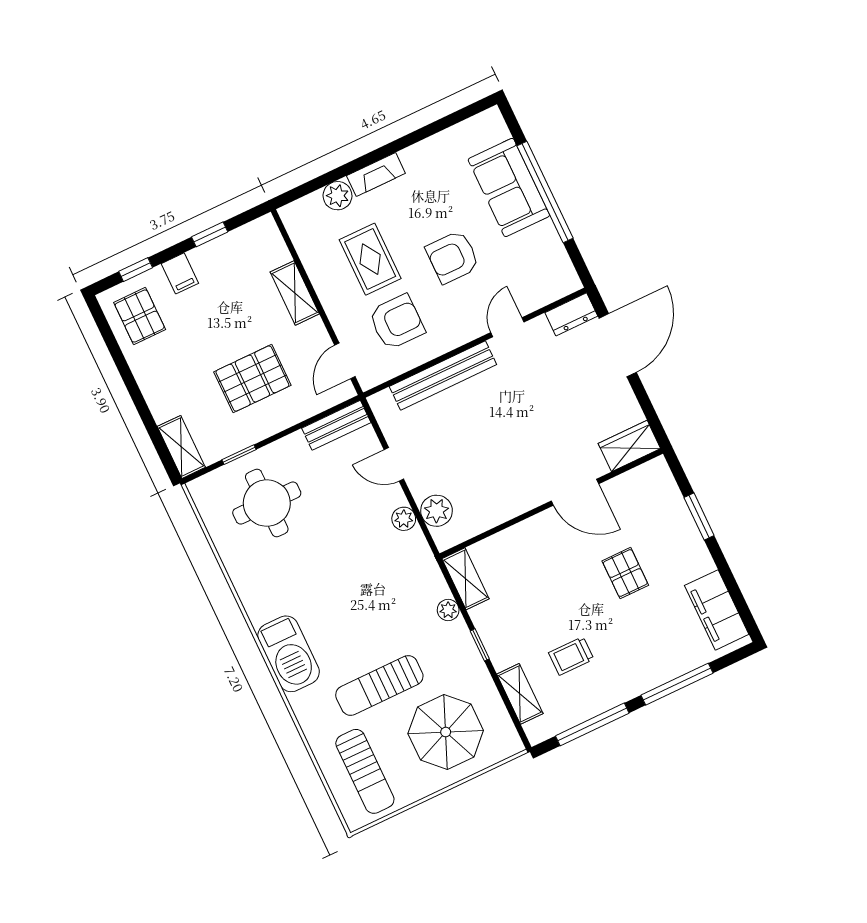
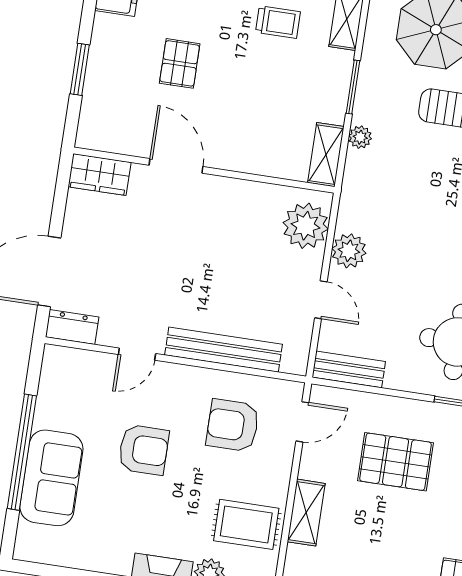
rug: (370, 259) -> (246, 524), moved, turned 90
plant: (436, 511) -> (306, 226), width x1.36, depth x1.36
plant: (404, 519) -> (349, 251), width x1.38, depth x1.38
window: (480, 645) -> (353, 87), width x1.50

